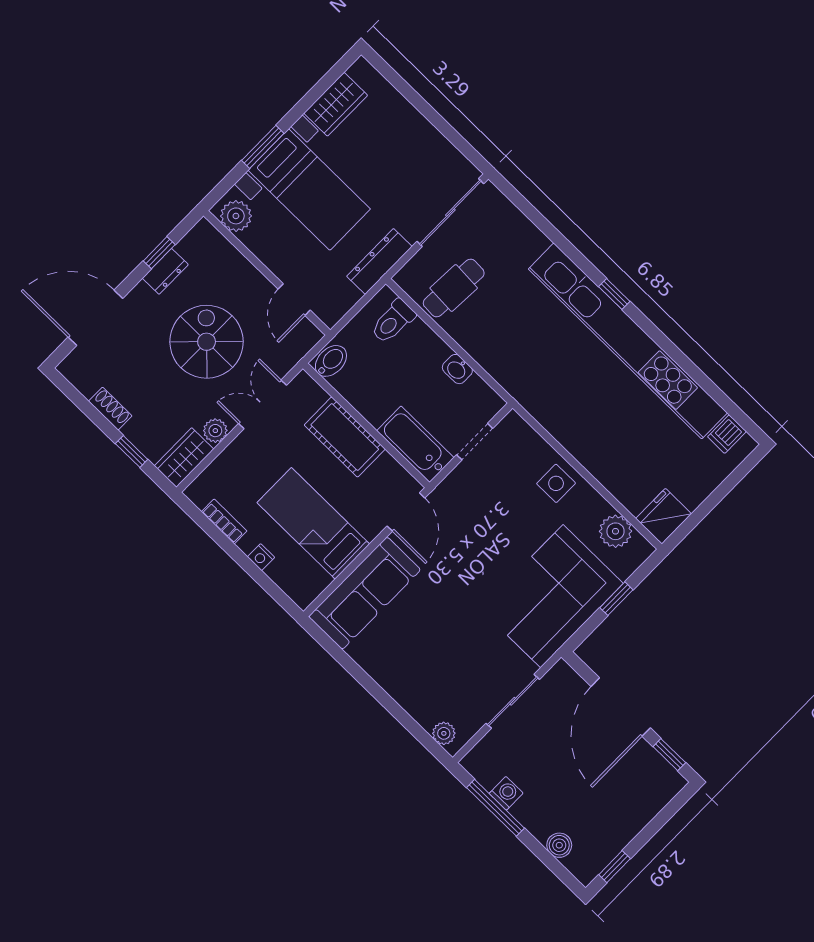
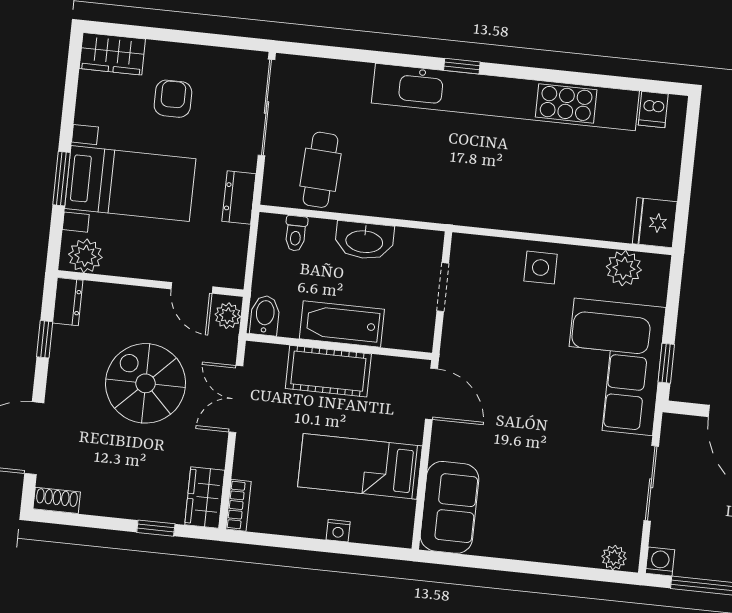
wardrobe: (336, 104) -> (112, 54), moved, turned 90
armchair: (388, 153) -> (173, 99), added
dresser: (379, 261) -> (239, 197), width x0.70
dresser: (165, 271) -> (68, 302), moved
toilet: (393, 321) -> (296, 233), width x0.73, depth x0.72
washbasin: (457, 369) -> (364, 241), width x1.91, depth x1.45
shoe rack: (110, 409) -> (57, 500), moved
plant: (215, 431) -> (228, 316), moved
bathtub: (415, 444) -> (342, 324), moved
bookcase: (224, 521) -> (239, 505), moved, turned 90
sofa: (365, 593) -> (450, 507), width x0.73
window: (616, 599) -> (666, 363), moved
washing machine: (506, 793) -> (660, 562), moved

